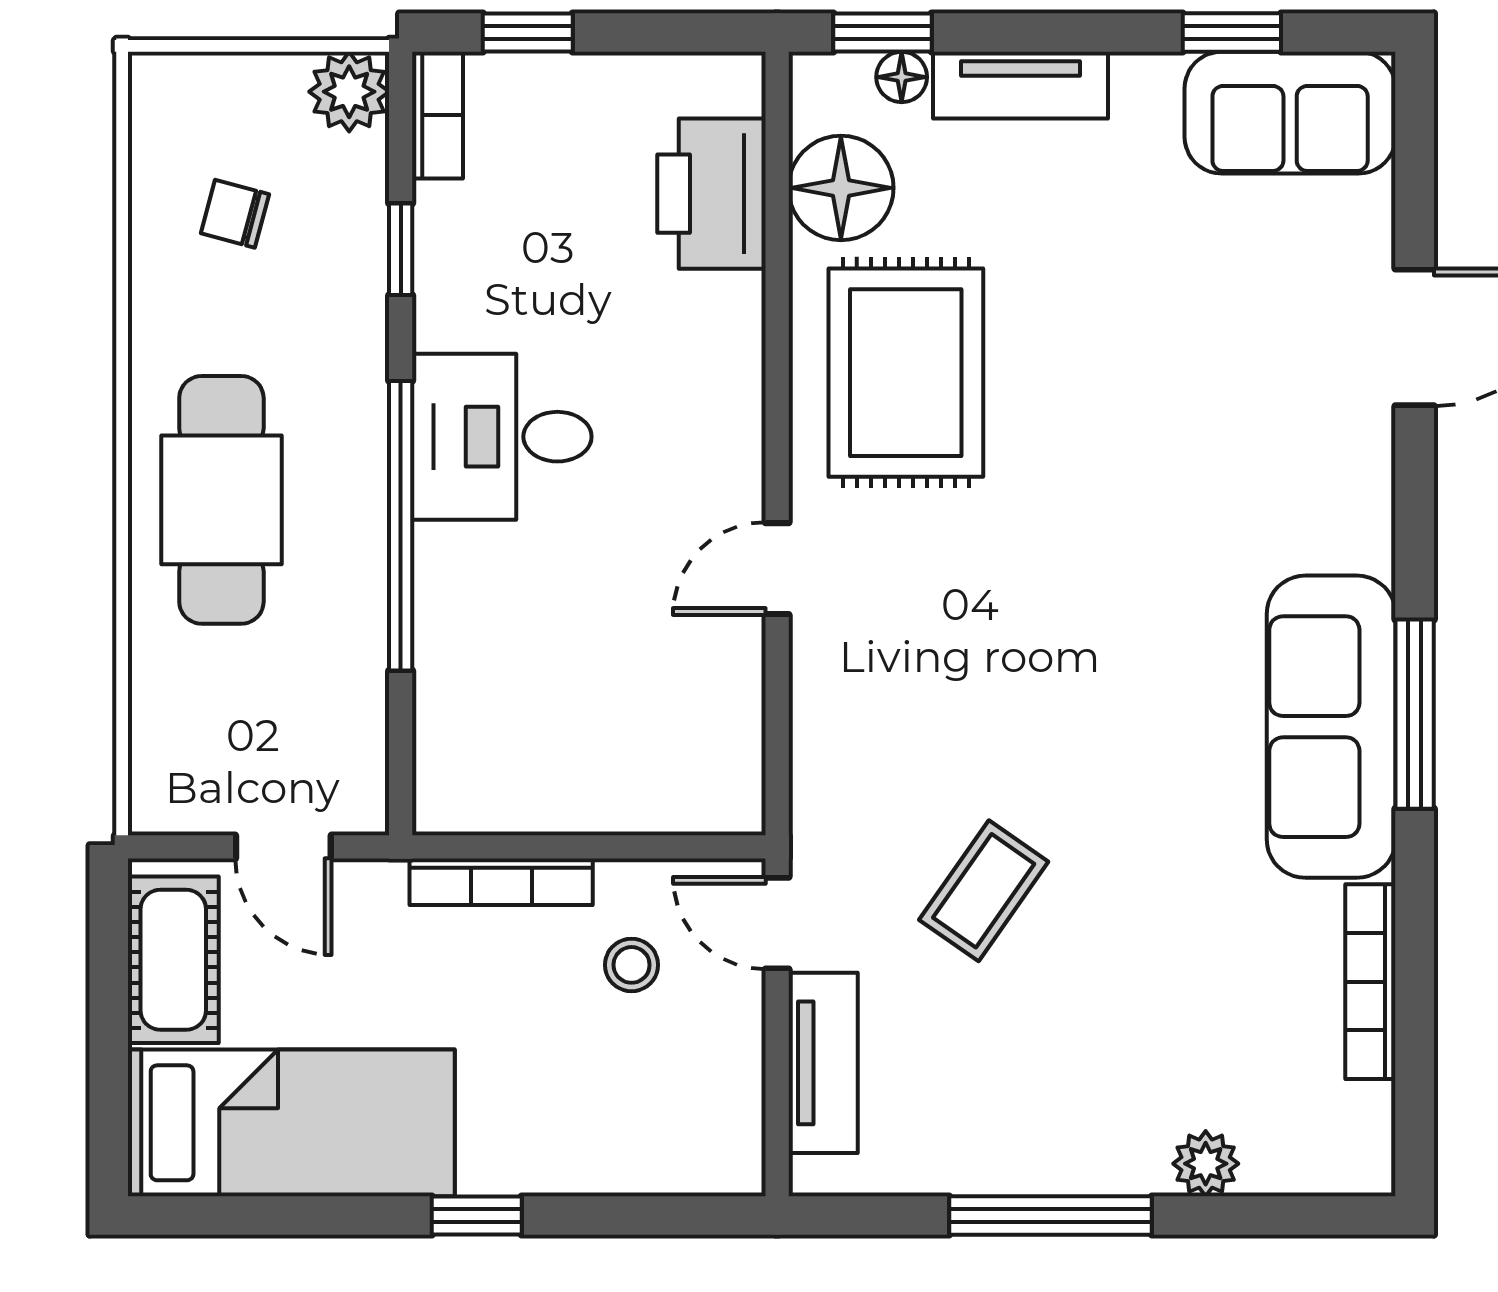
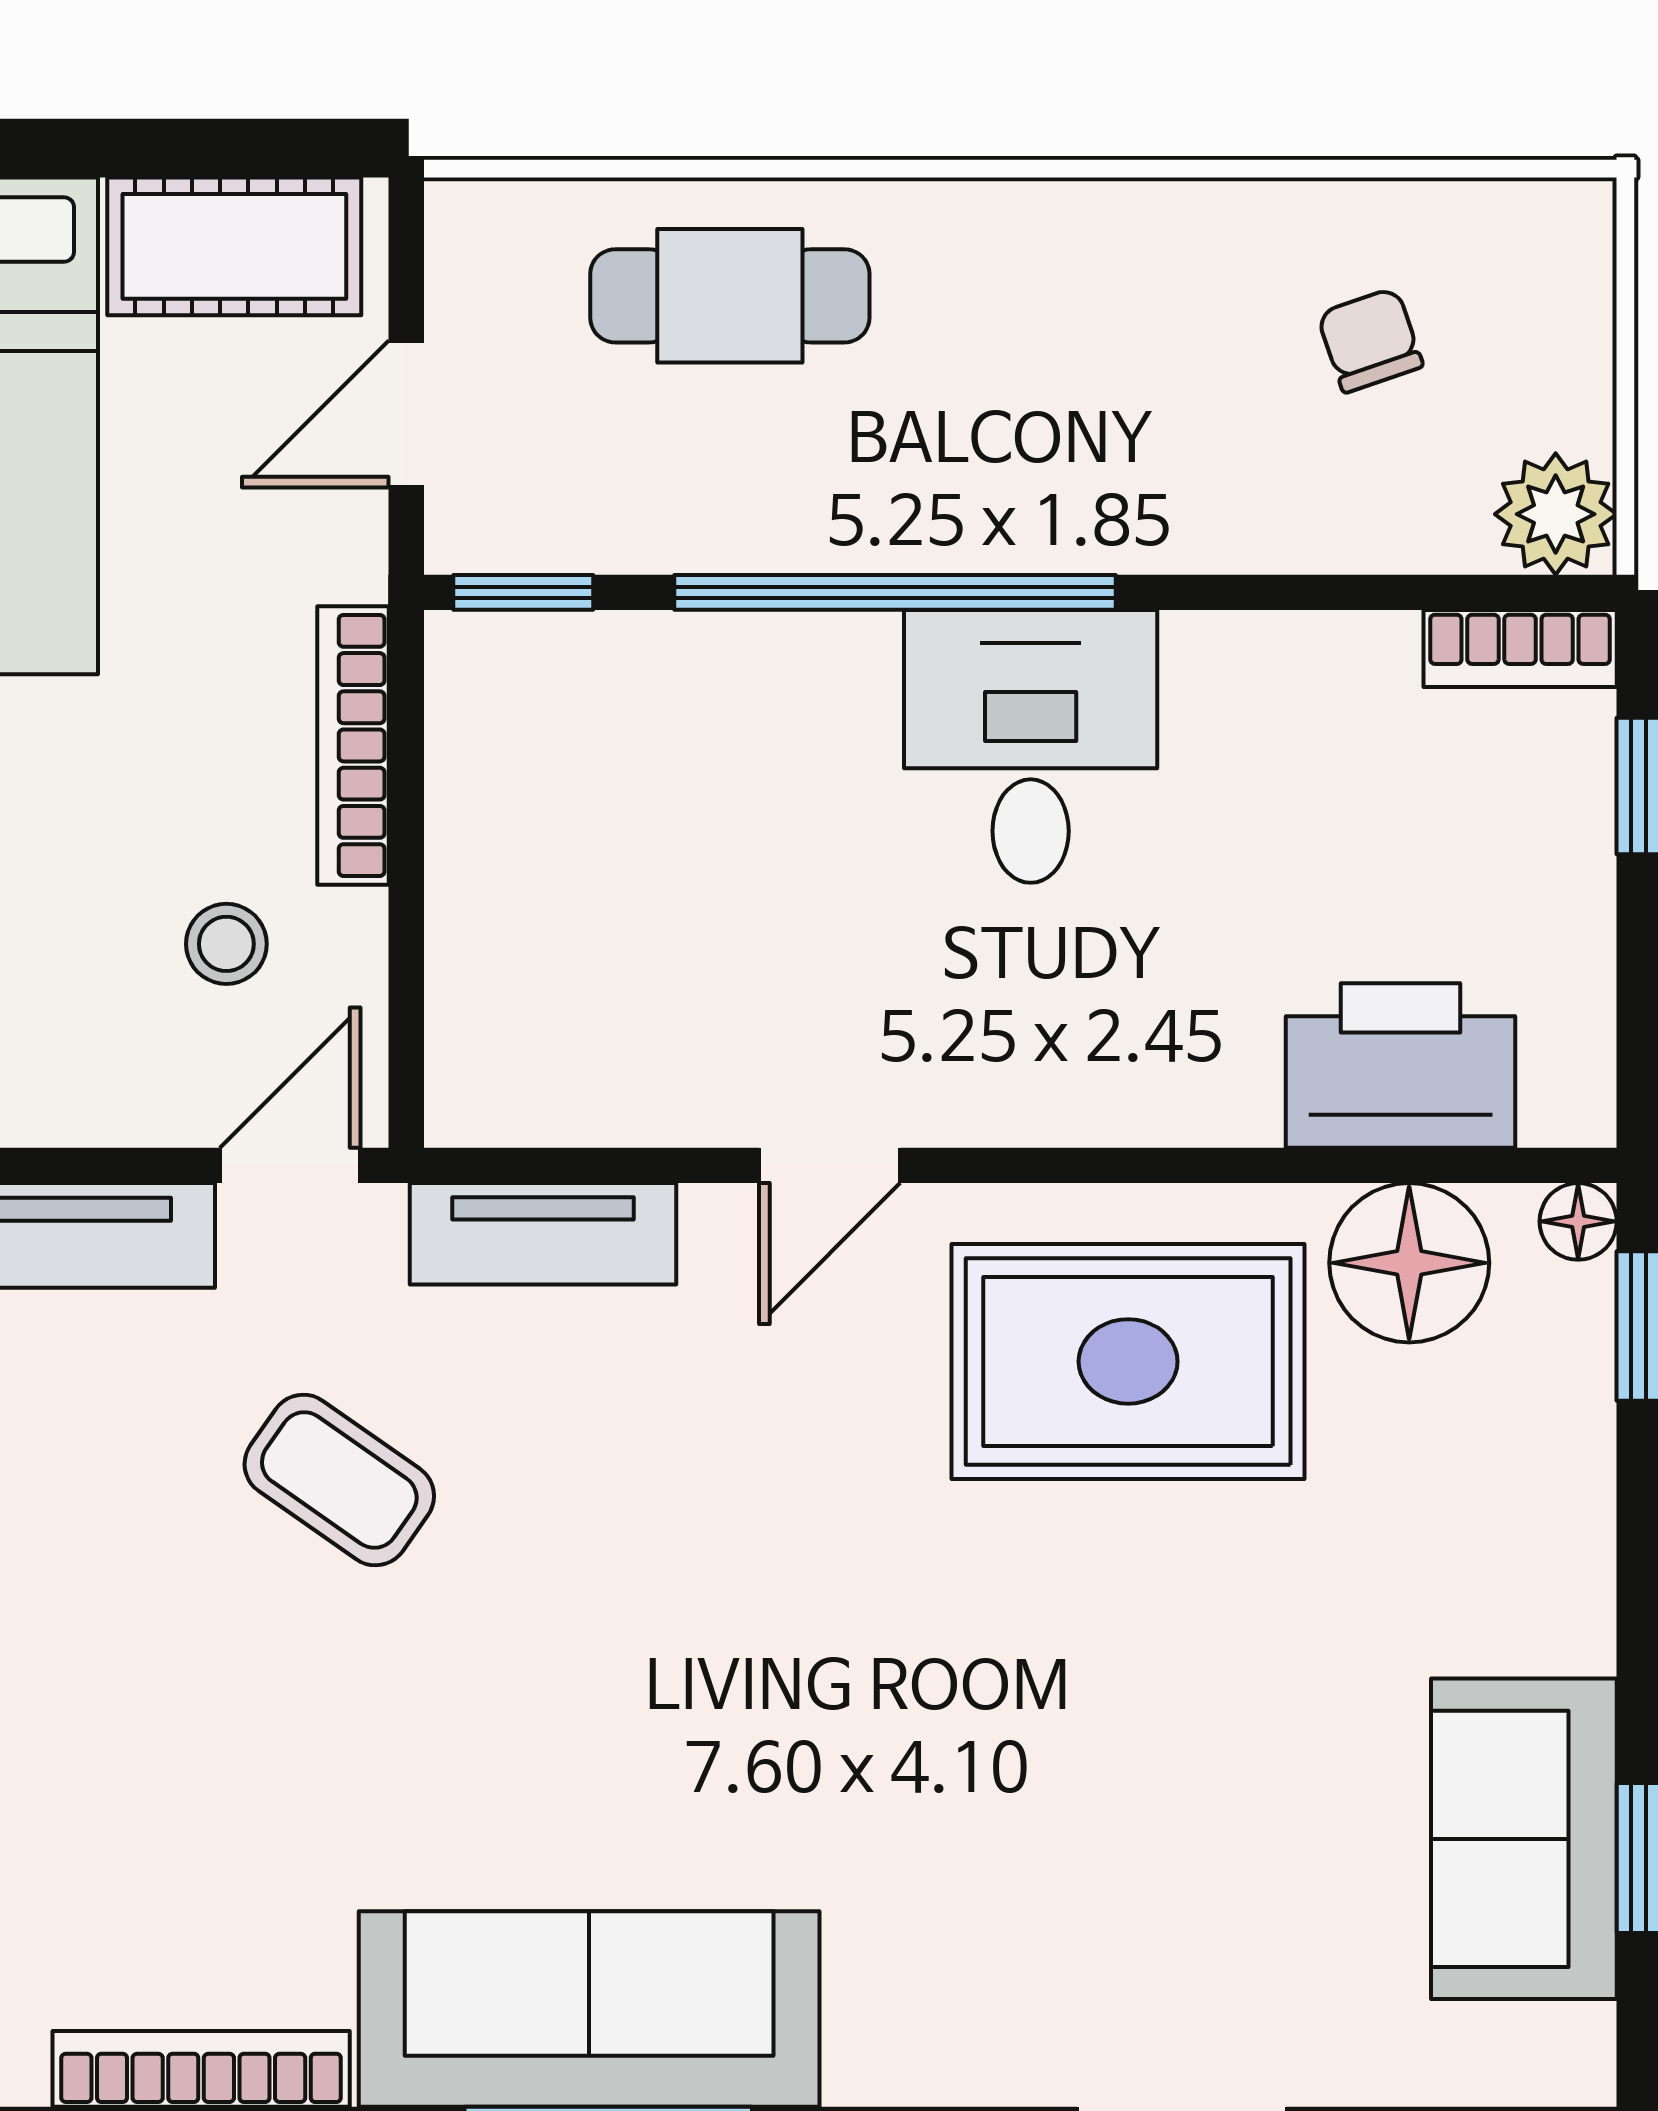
floor lamp: (902, 77) -> (1578, 1221), moved
tv unit: (1020, 85) -> (543, 1234), moved, turned -90
sofa: (1290, 113) -> (1524, 1839), moved
chair: (235, 214) -> (1370, 340), turned -34
window: (401, 249) -> (523, 592), moved
cafe table: (221, 500) -> (730, 296), moved, width x0.73, depth x0.74
door: (777, 569) -> (830, 1165), swing flipped

